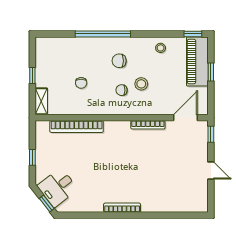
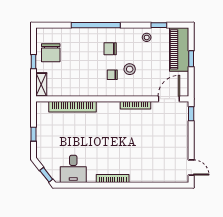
window: (193, 34) -> (159, 25), moved
chair: (81, 83) -> (51, 53), moved, width x1.87, depth x1.87
door: (211, 170) -> (191, 167), moved
desk: (58, 187) -> (73, 169), moved, turned -52

